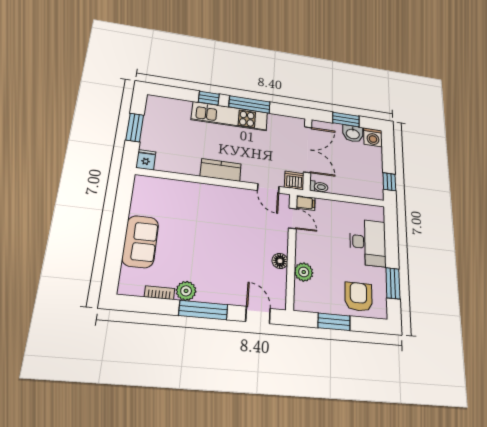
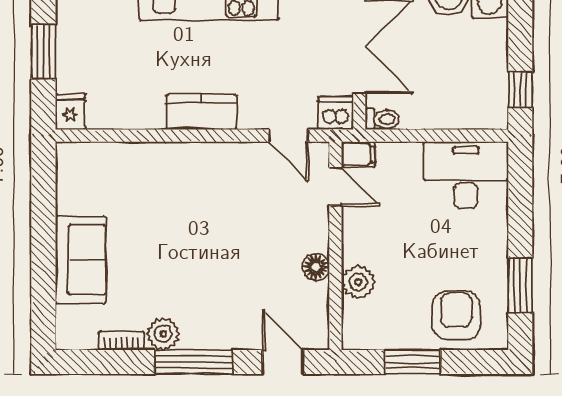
desk: (368, 242) -> (466, 175), moved, turned -90

